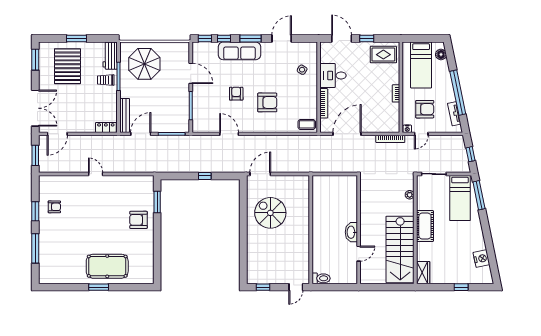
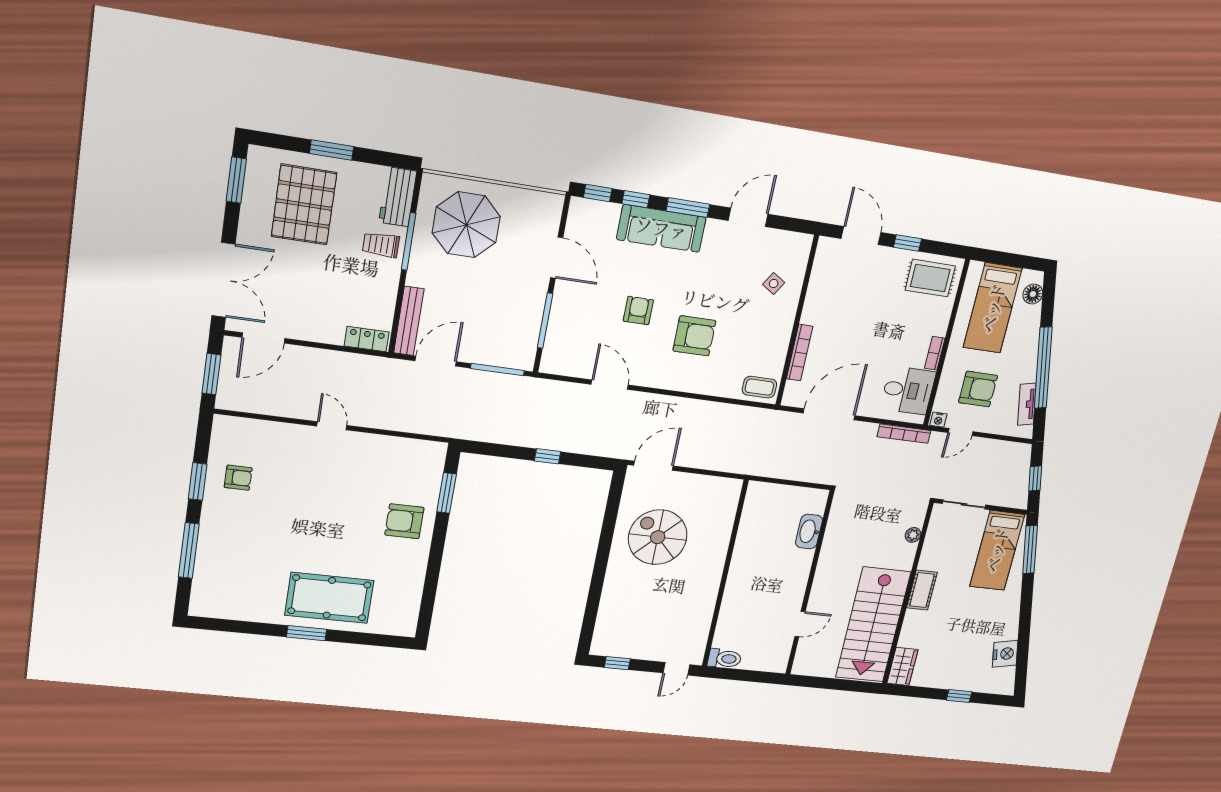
desk: (333, 75) -> (908, 390), moved, turned 180
cot: (425, 226) -> (922, 590), width x0.73, depth x0.75
washbasin: (351, 232) -> (809, 531), moved

